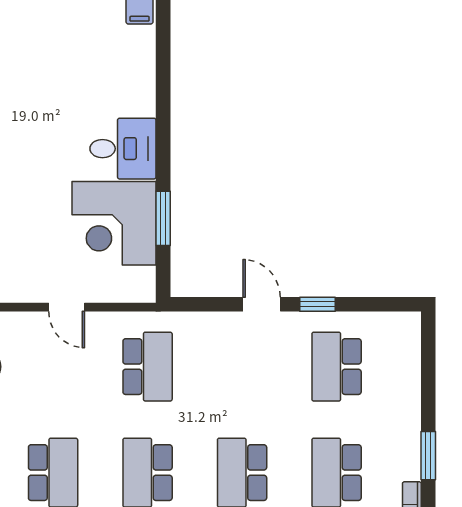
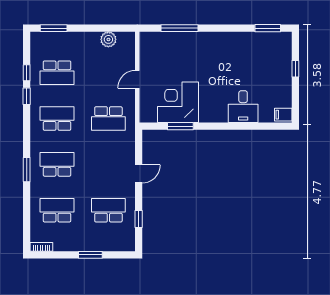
desk: (123, 149) -> (243, 107), moved
window: (317, 304) -> (139, 219), moved
window: (428, 456) -> (90, 255), moved

